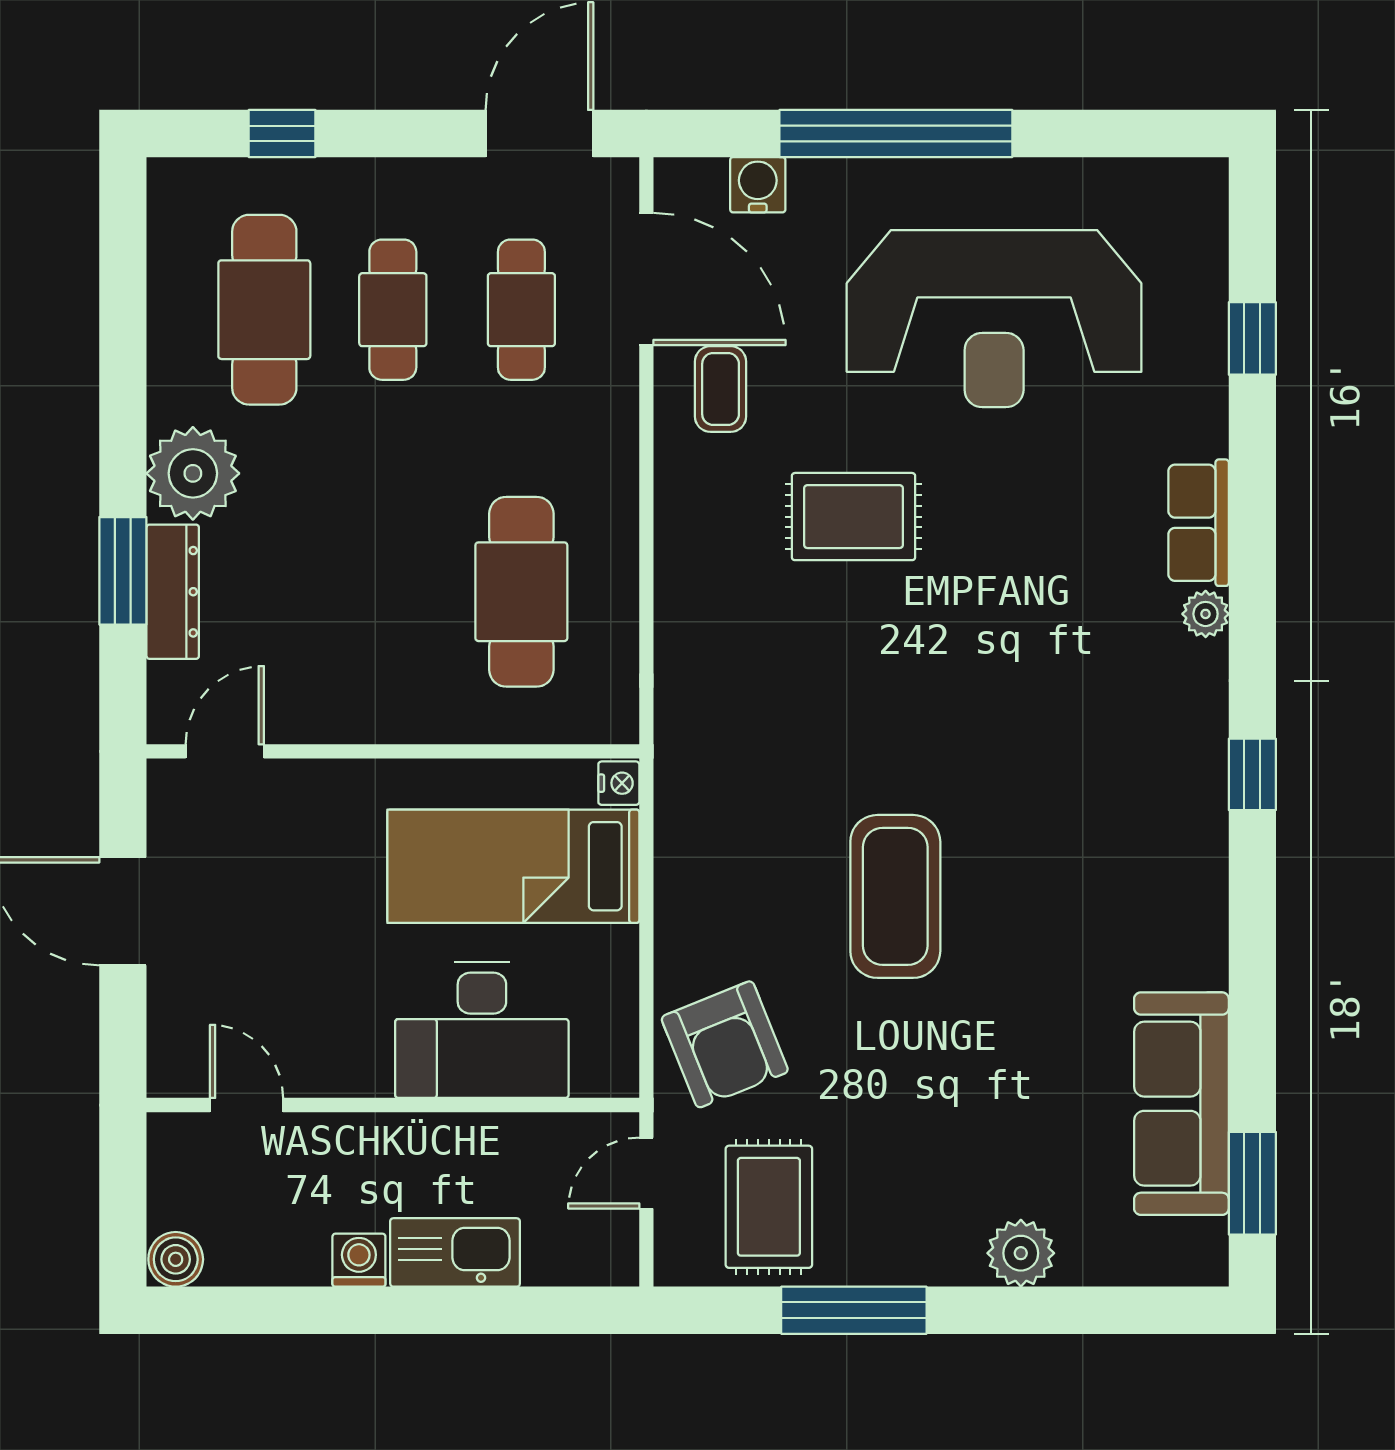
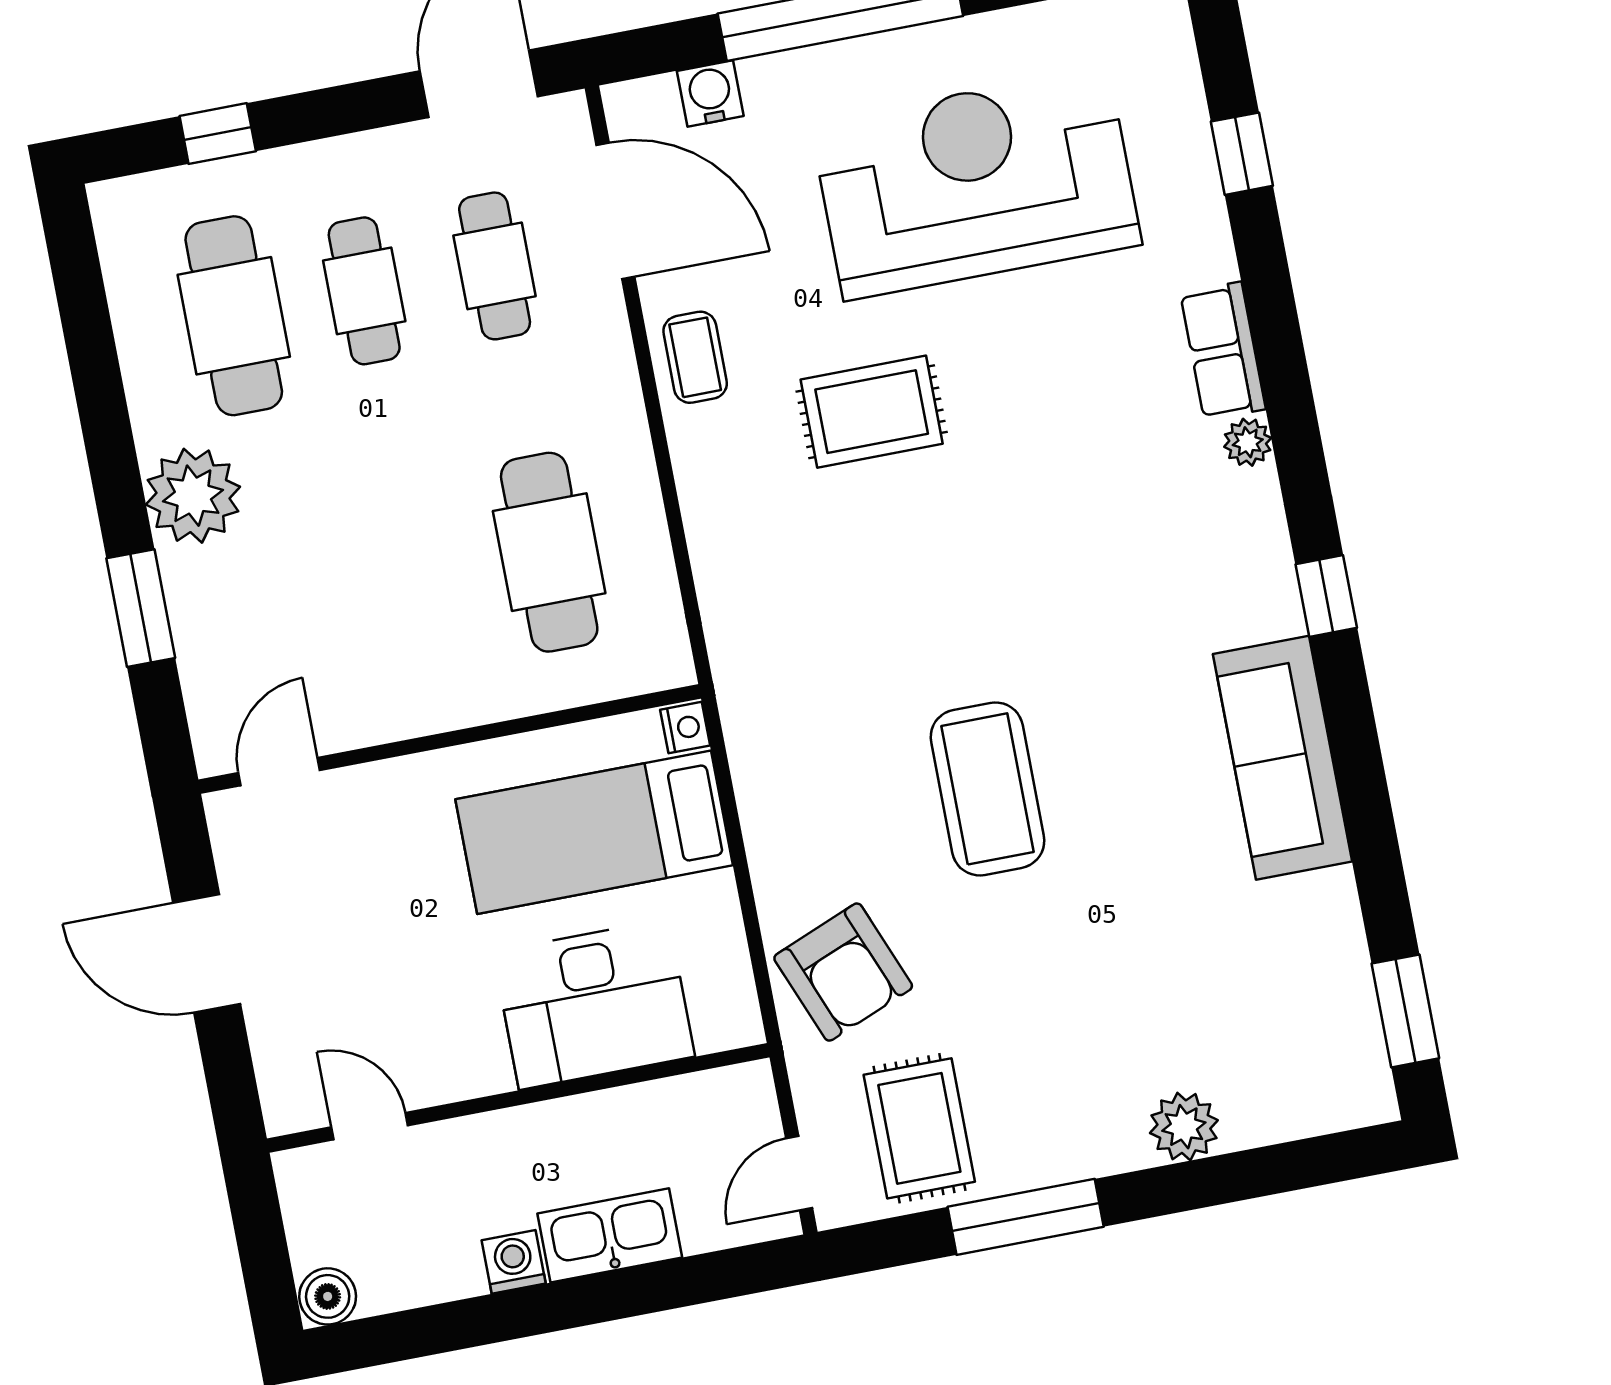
reception desk: (994, 319) -> (976, 184), turned 180
coffee table: (721, 389) -> (695, 357), moved
dresser: (173, 592) -> (195, 620), removed
sofa: (1181, 1104) -> (1283, 758), moved
door: (646, 1173) -> (799, 1173), moved

